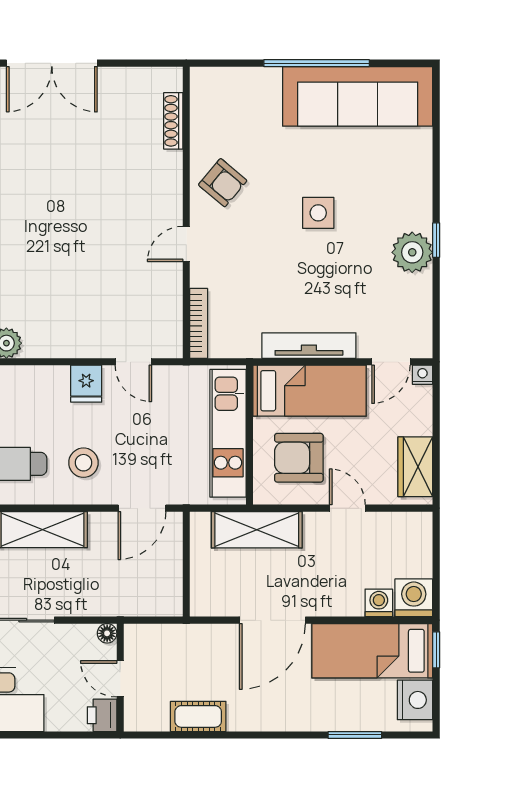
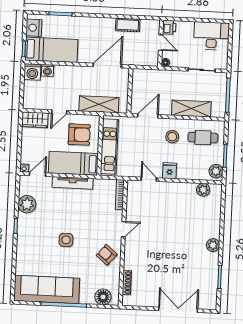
floor lamp: (227, 85) -> (103, 297), added
plant: (412, 252) -> (27, 204), moved
wardrobe: (415, 467) -> (35, 120), moved, turned 90
door: (347, 508) -> (59, 112), hinge flipped
door: (272, 620) -> (107, 66), moved

